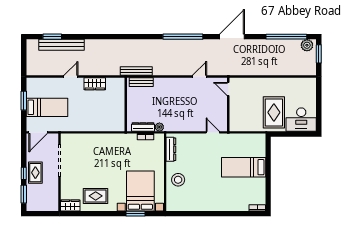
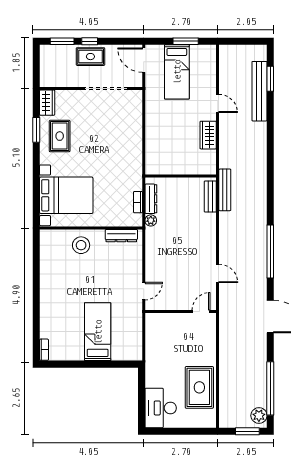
rug: (274, 112) -> (199, 387), moved, turned 90
window: (135, 214) -> (36, 130), moved

